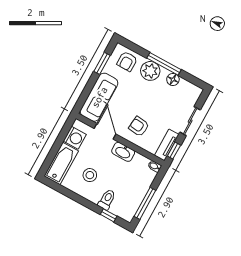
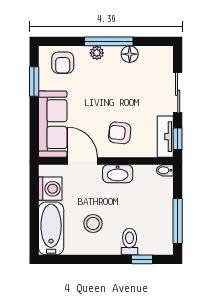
plant: (150, 71) -> (97, 53), width x0.53, depth x0.53

